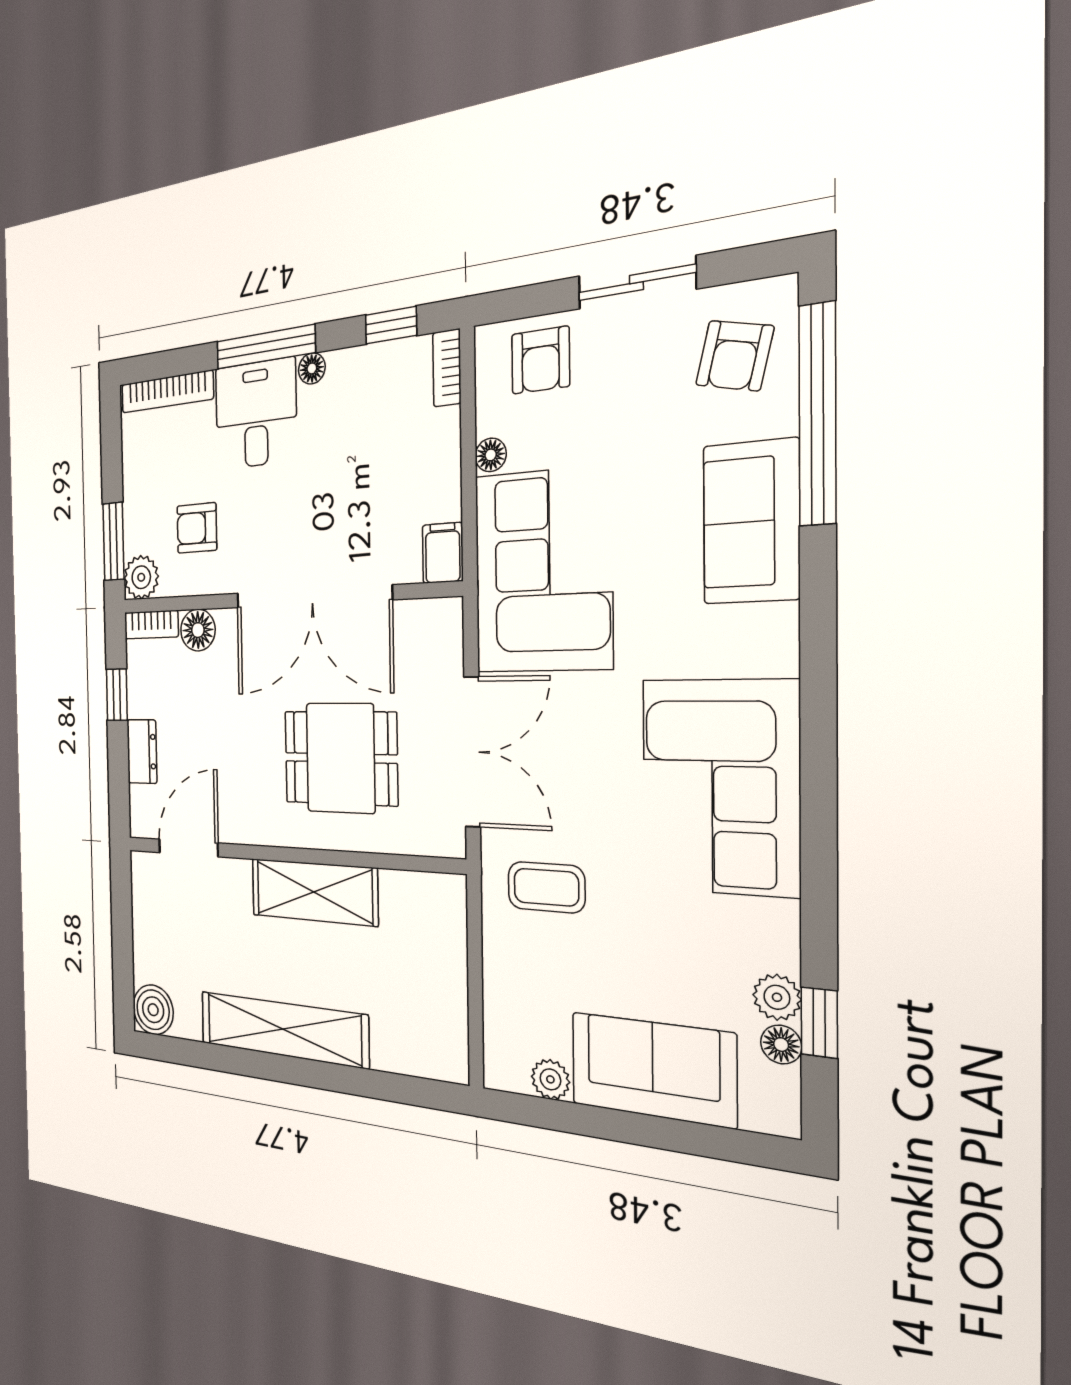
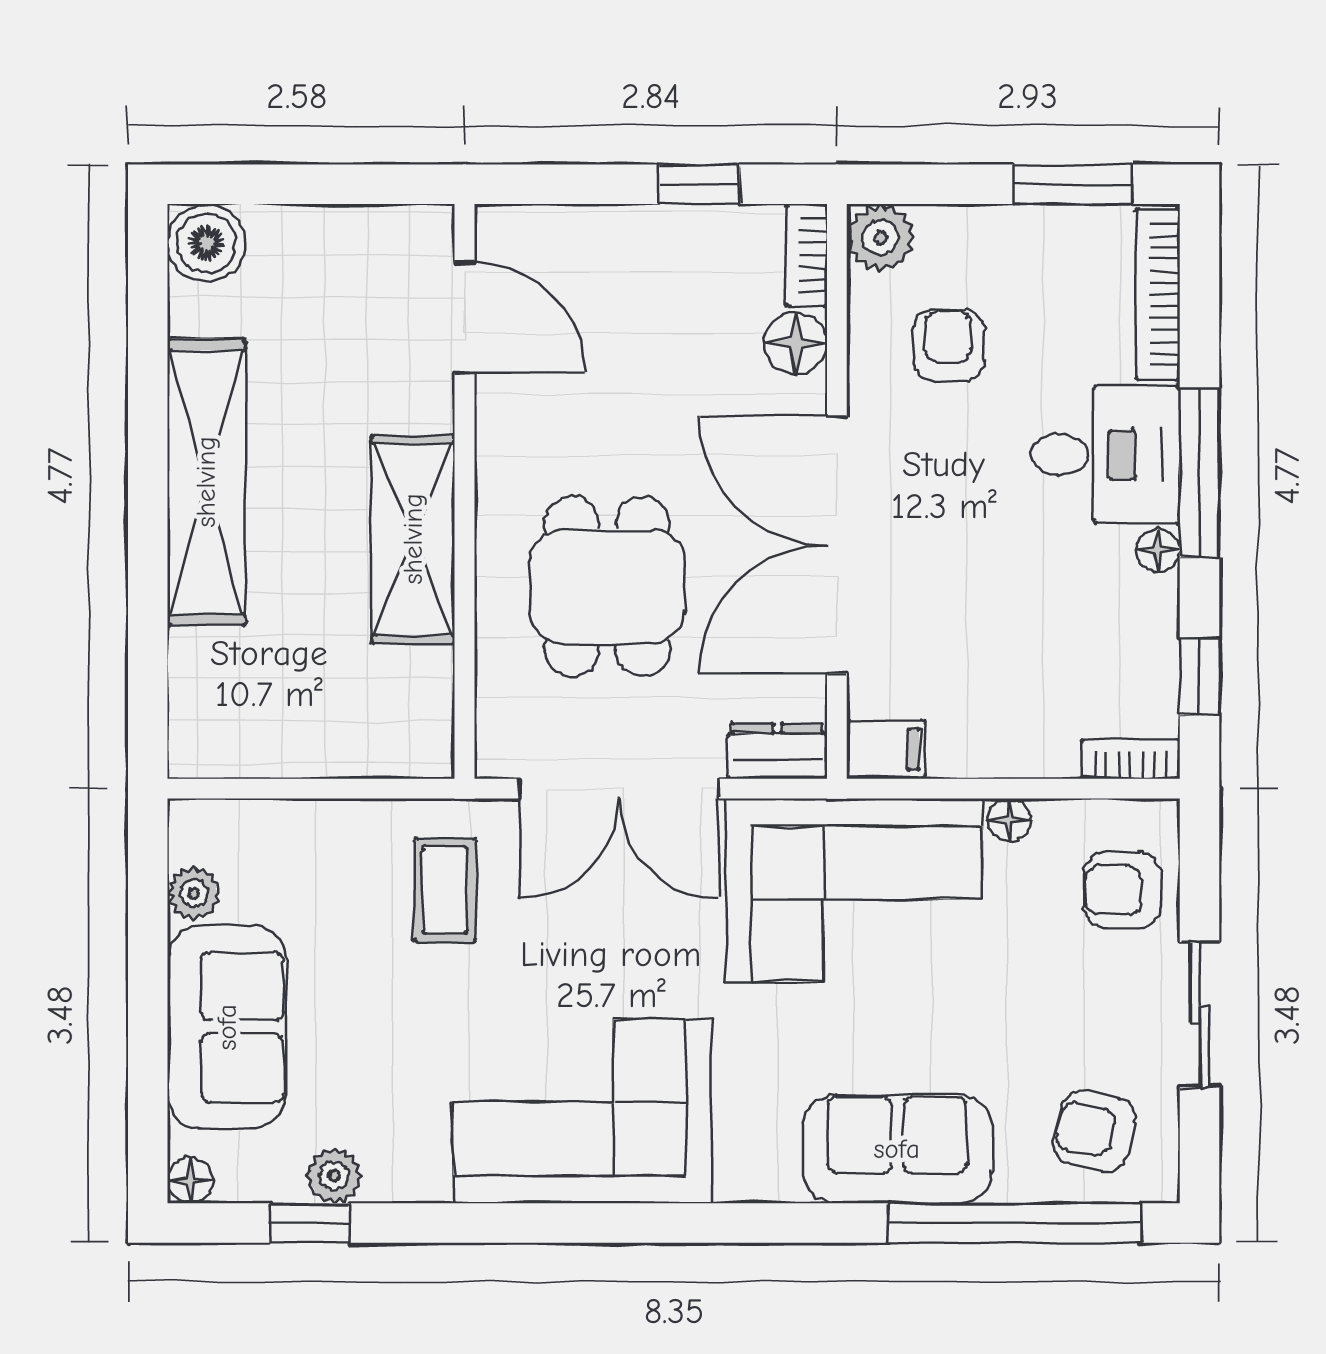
window: (113, 541) -> (1073, 184), moved
dresser: (142, 751) -> (778, 751), moved, turned 180
floor lamp: (781, 1045) -> (190, 1180), moved

